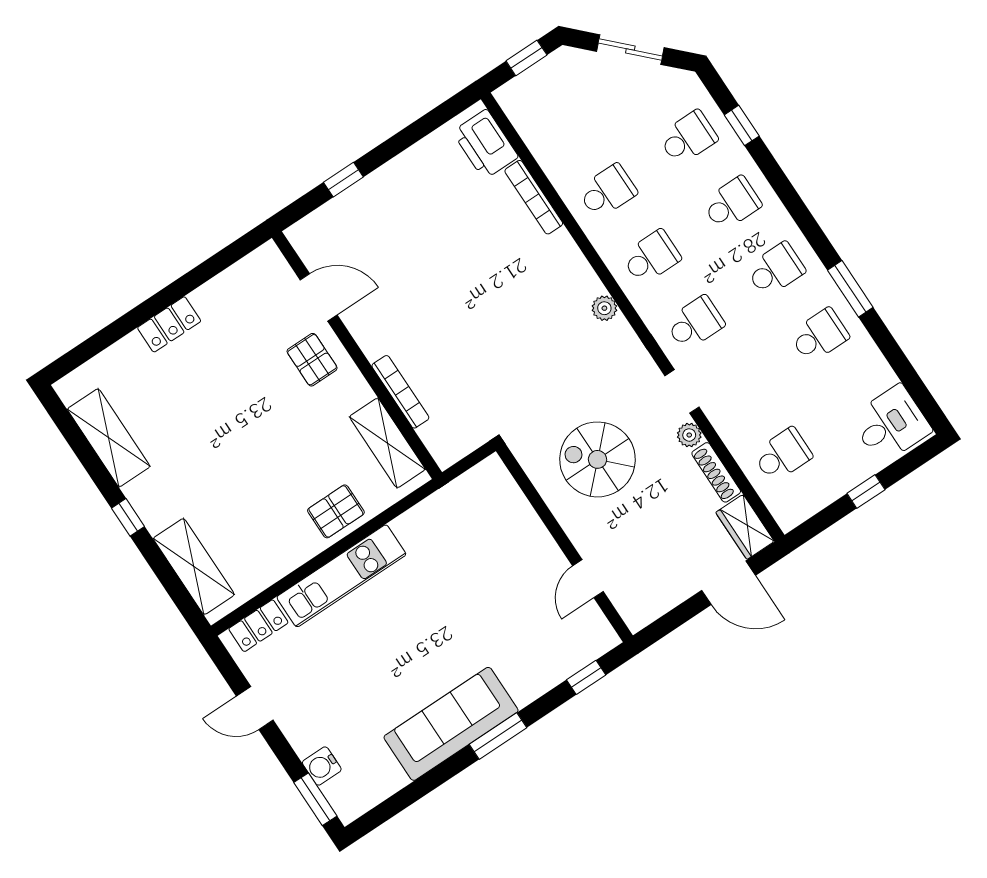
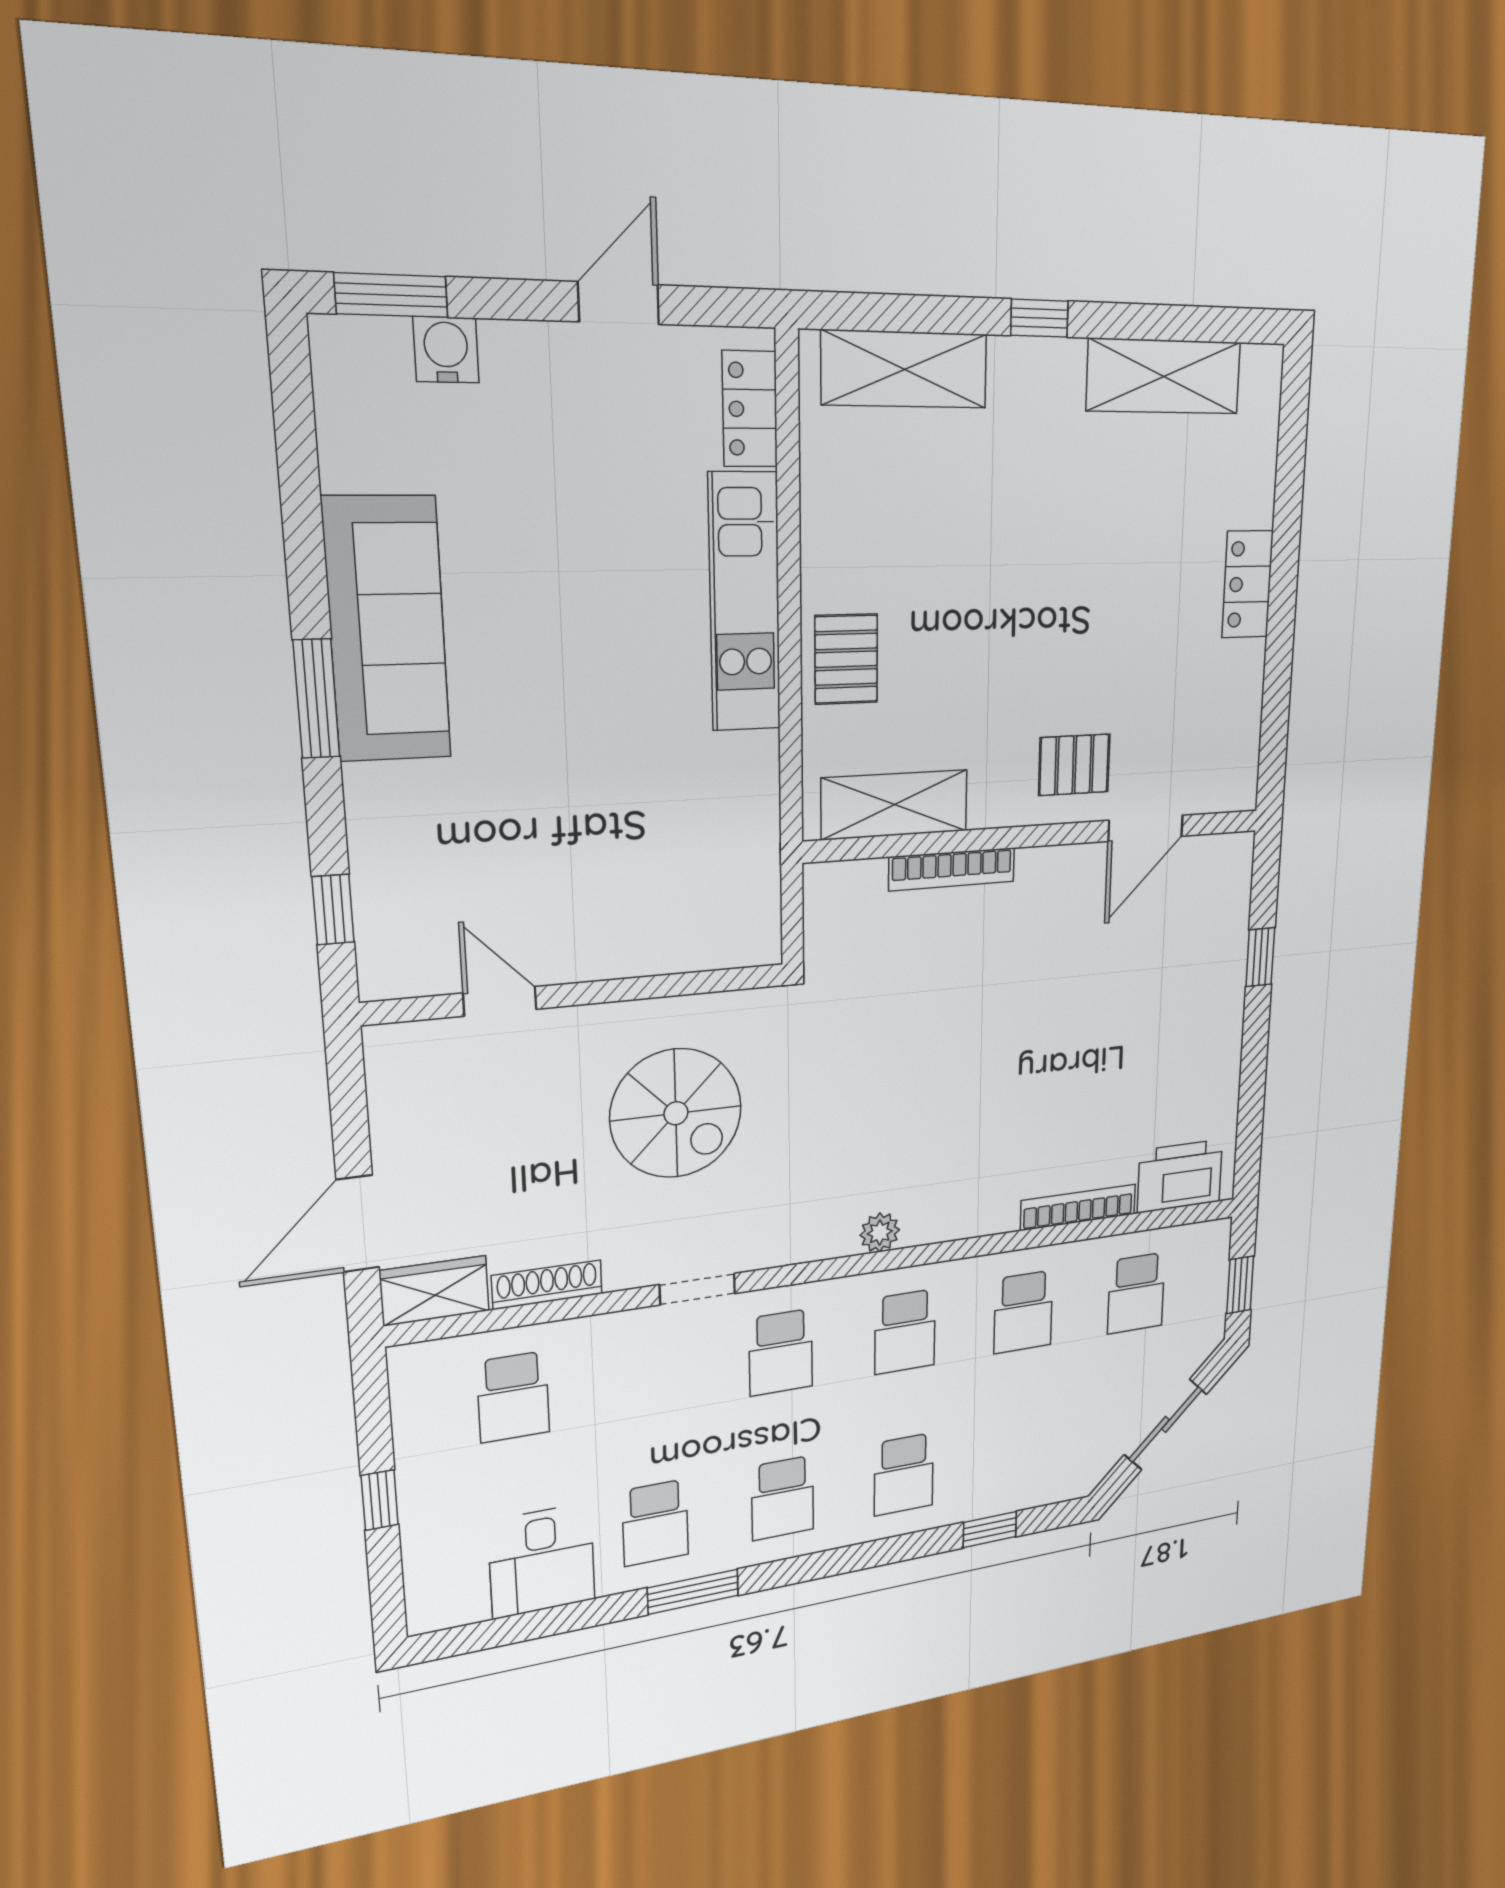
school desk: (688, 138) -> (1136, 1293), moved
desk: (891, 424) -> (542, 1561), moved
plant: (689, 435) -> (628, 1270), removed
spiral stairs: (598, 459) -> (676, 1113), turned 90

